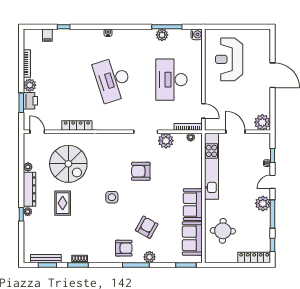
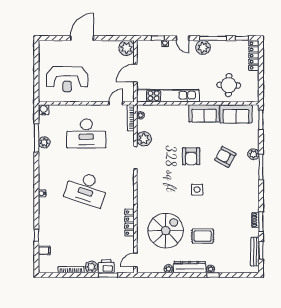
desk: (113, 80) -> (86, 189), turned 36
armchair: (141, 171) -> (191, 156), moved
armchair: (124, 248) -> (245, 178), removed

